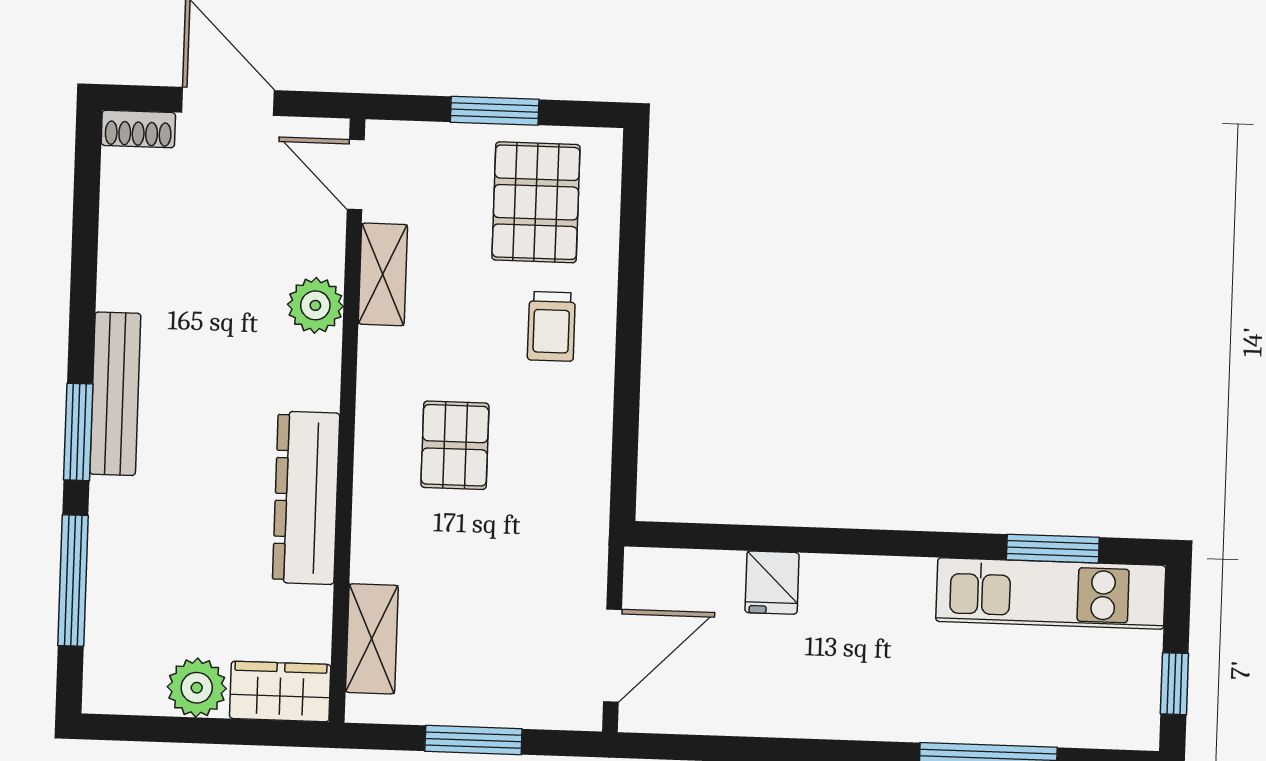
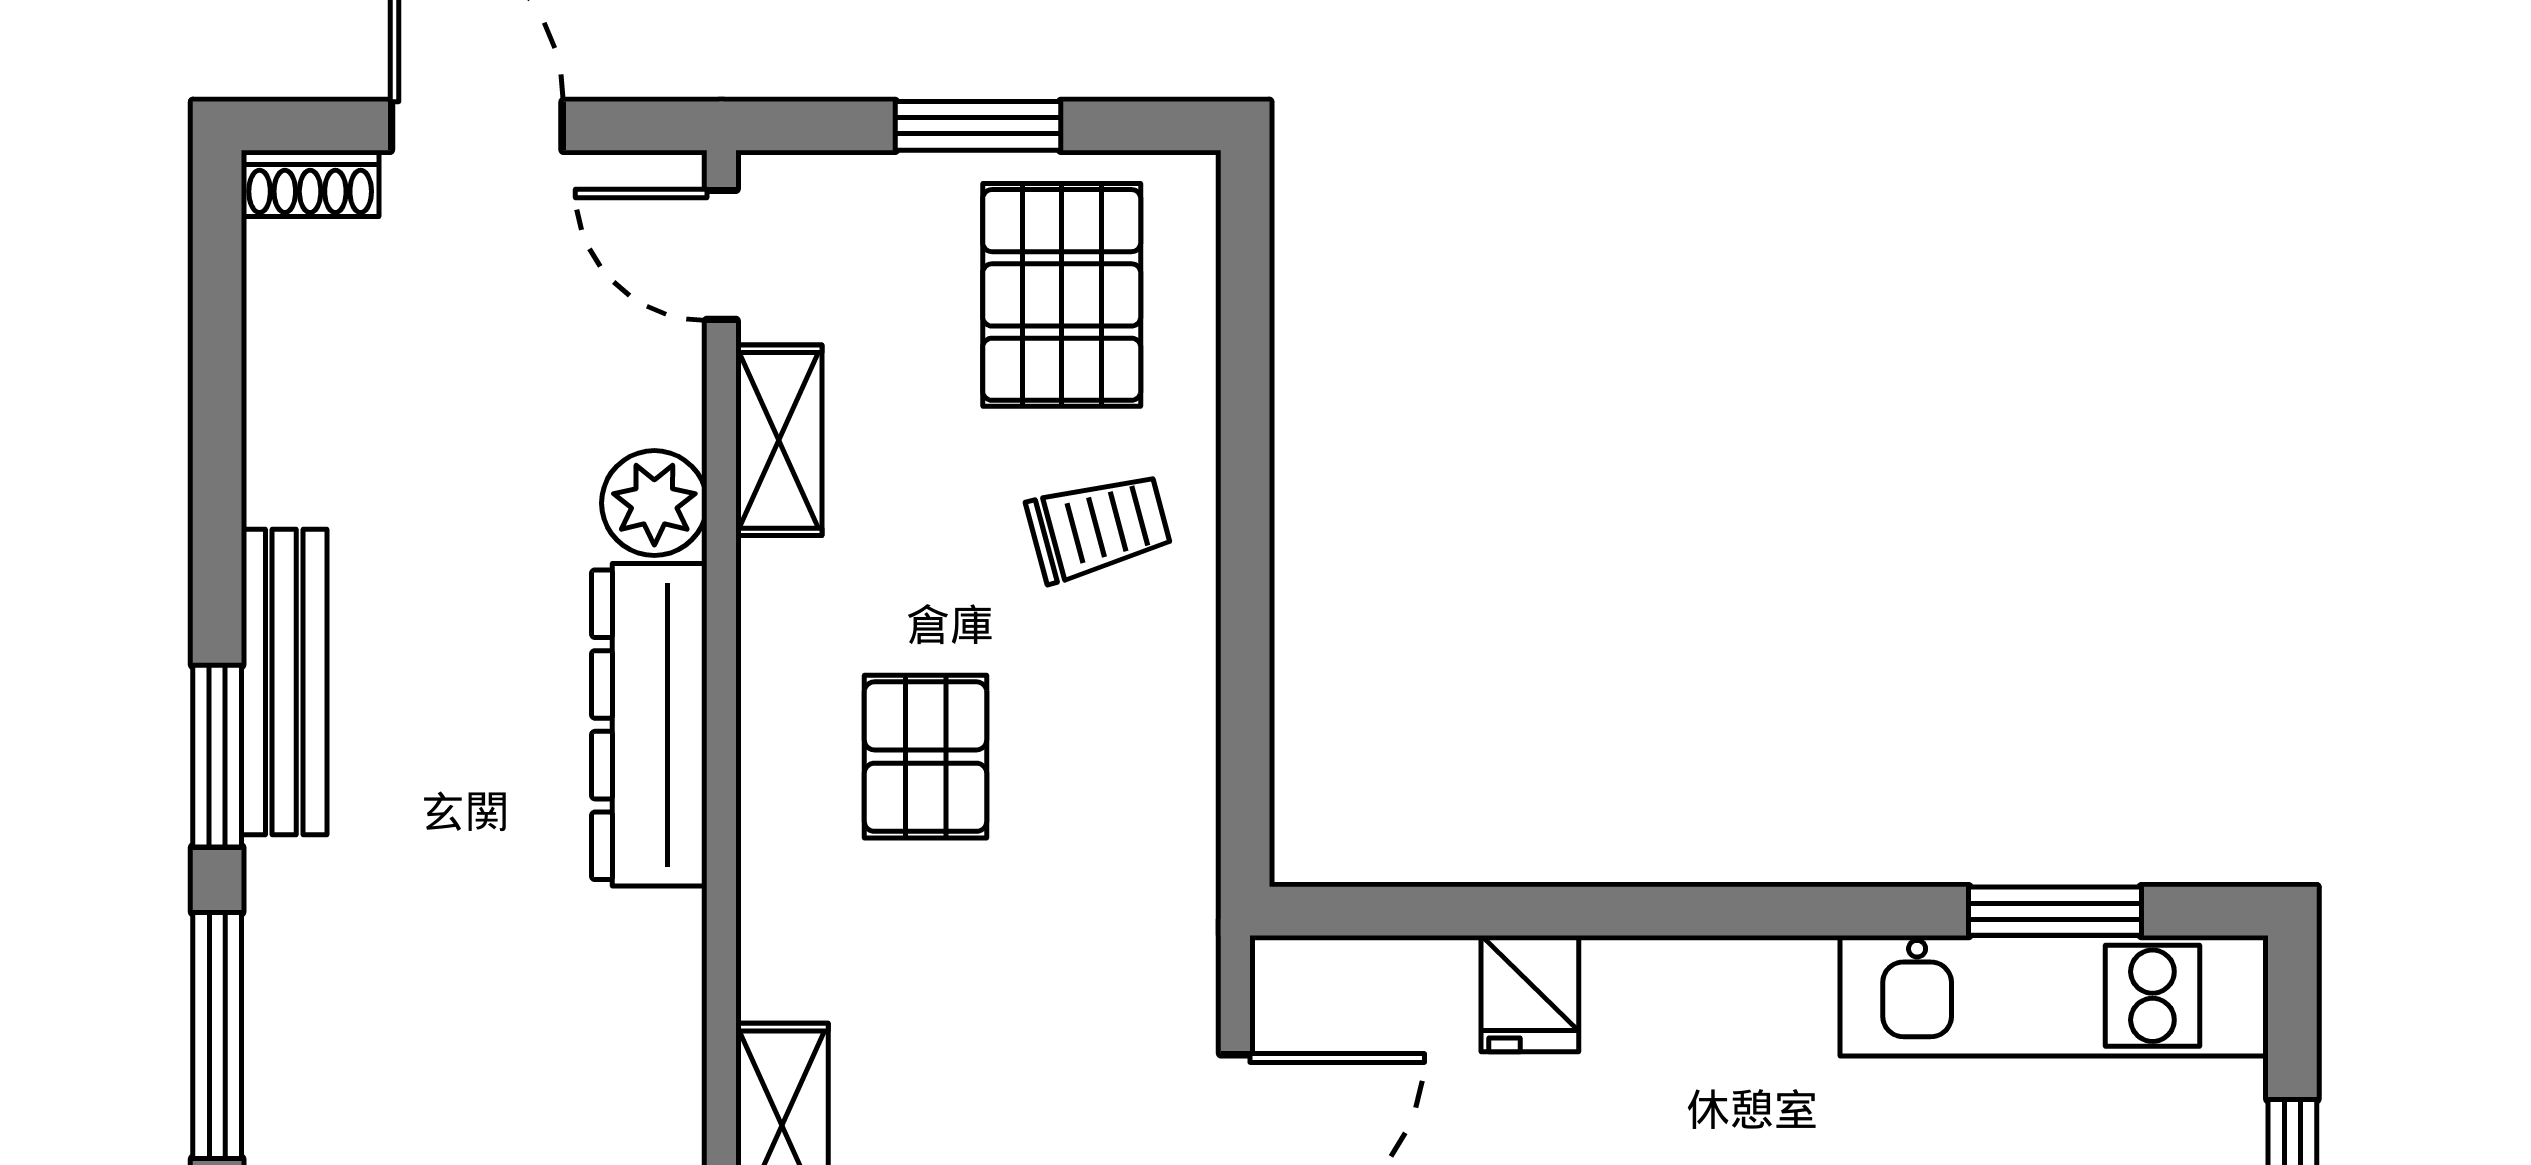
trolley: (551, 326) -> (1099, 527), turned -105
dresser: (306, 498) -> (649, 725), moved

